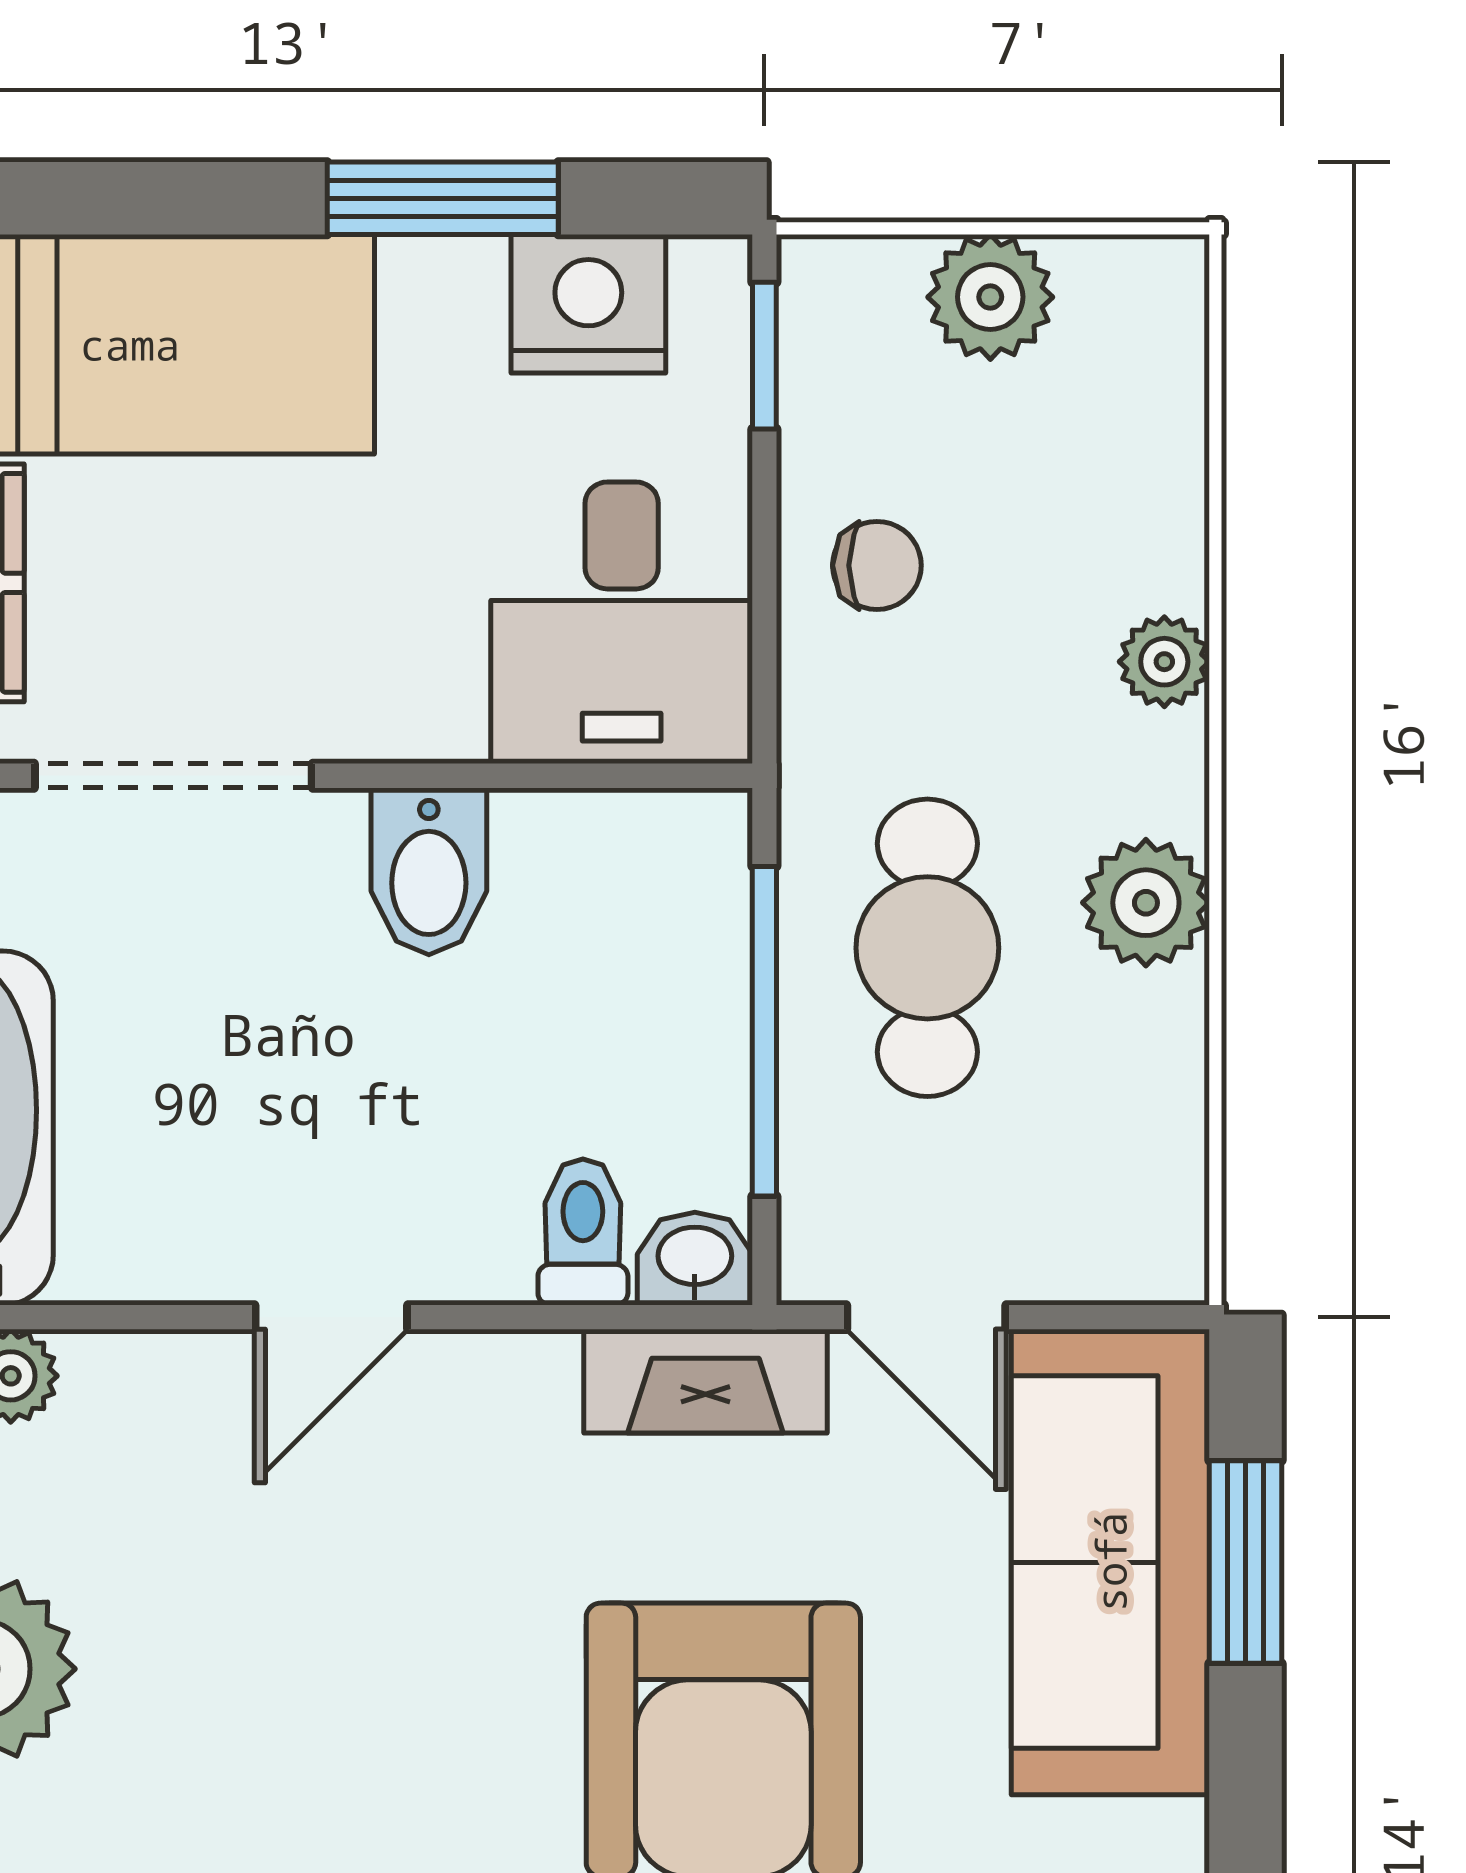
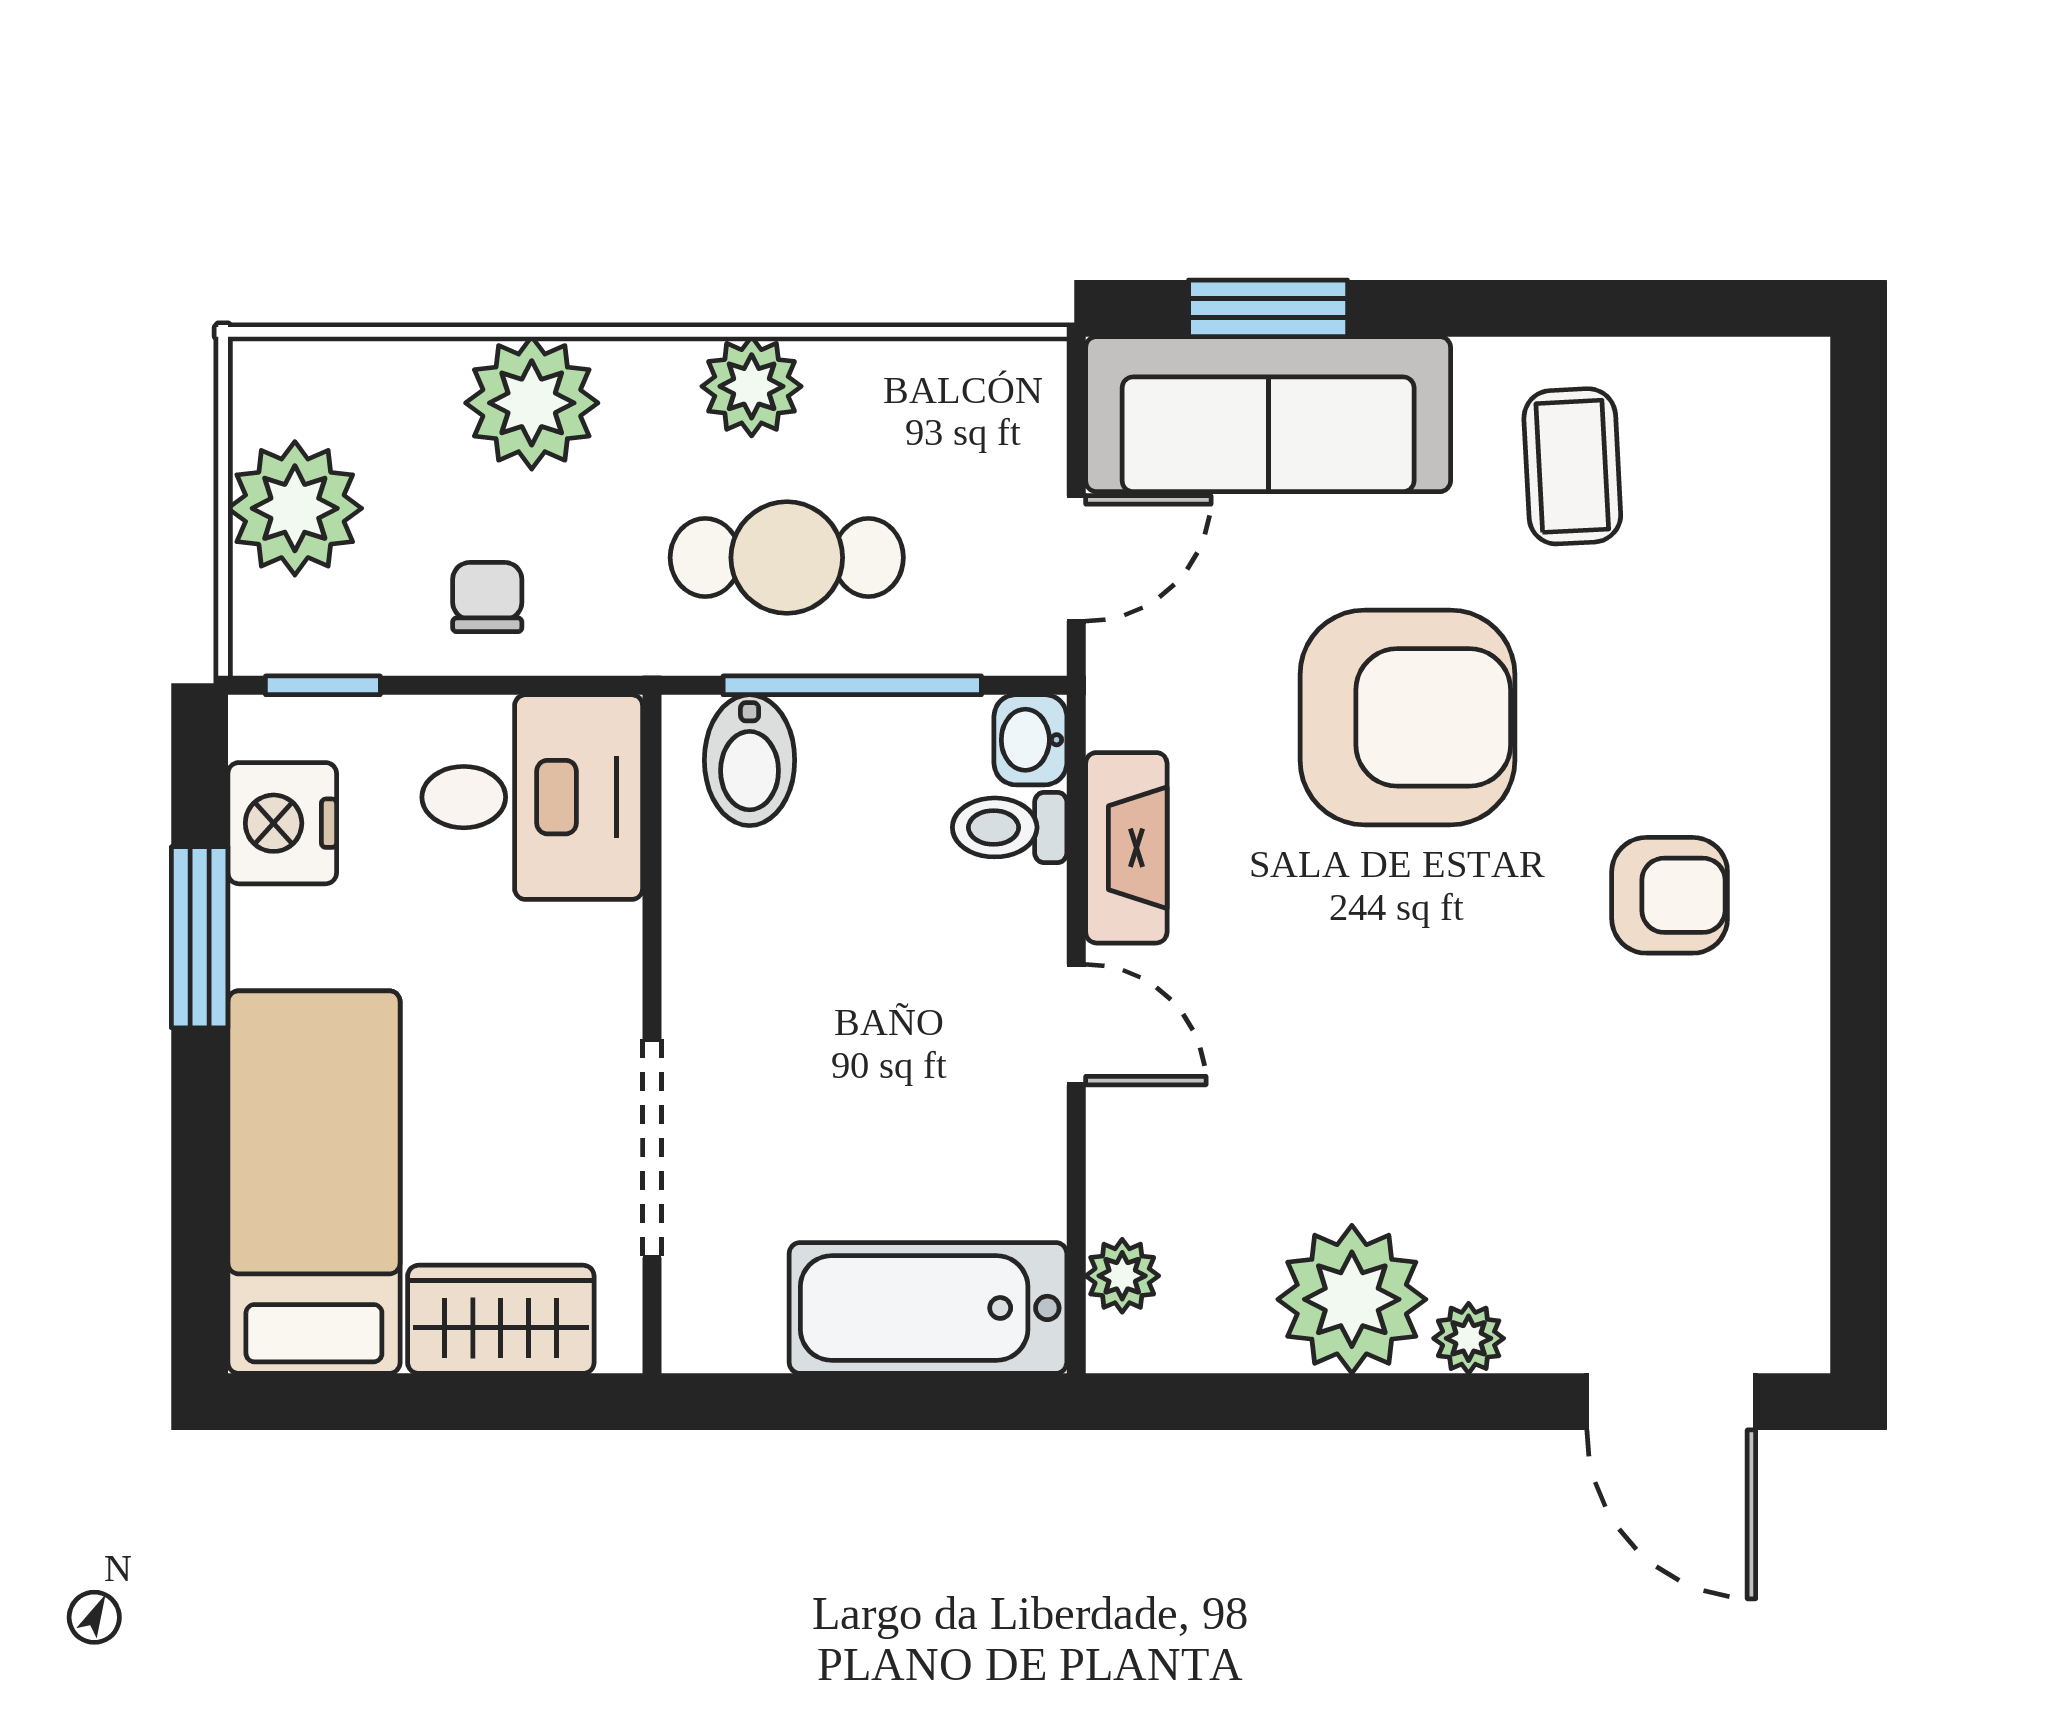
plant: (990, 297) -> (295, 508), width x1.36, depth x1.36
plant: (1164, 662) -> (532, 403), width x1.88, depth x1.88
bidet: (429, 871) -> (750, 760), moved, turned 90
fireplace: (705, 1381) -> (1126, 848), moved

